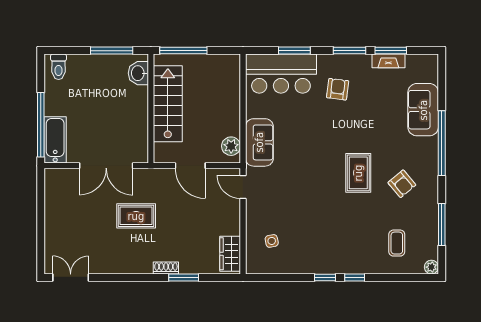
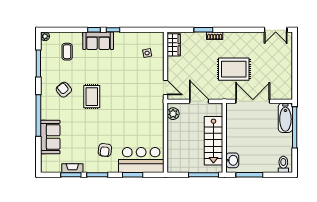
sofa: (259, 142) -> (98, 41), moved, turned -90
rug: (136, 216) -> (234, 69), width x1.36, depth x1.43

